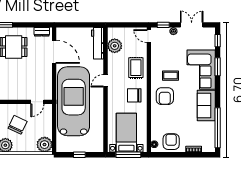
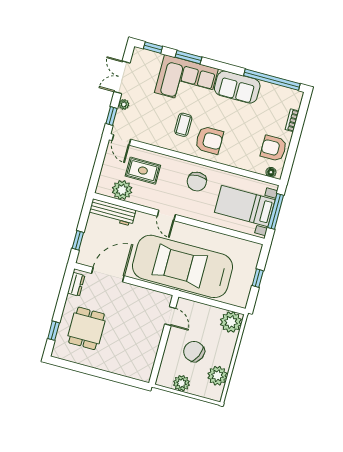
window: (72, 25) -> (78, 240), added
door: (149, 36) -> (121, 140), hinge flipped
rug: (136, 68) -> (143, 171), moved

